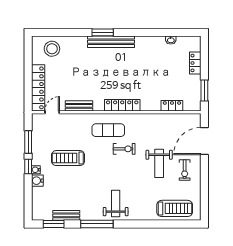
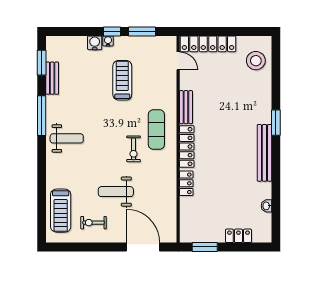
bench: (111, 42) -> (264, 153), moved
bench: (79, 106) -> (186, 107), moved
locker: (172, 106) -> (186, 183), moved
exercise bike: (185, 170) -> (94, 223), moved

